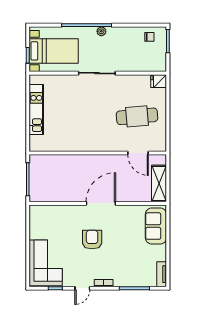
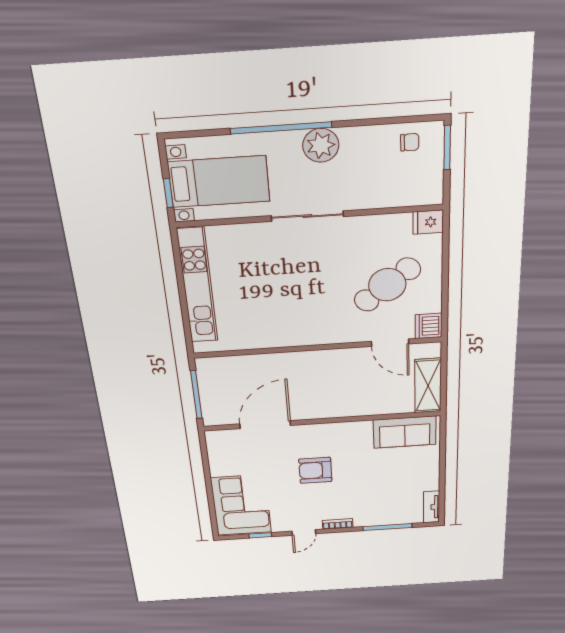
plant: (101, 31) -> (321, 145), width x1.88, depth x1.88
kitchen unit: (36, 110) -> (198, 286), width x1.36
cafe table: (137, 116) -> (387, 285), turned -33
dishwasher: (159, 144) -> (429, 326), added
door: (101, 203) -> (265, 425), moved
sofa: (156, 226) -> (405, 432), moved, turned -90
armchair: (92, 240) -> (315, 470), turned -90

